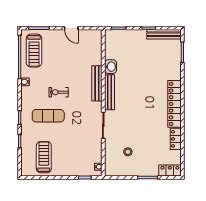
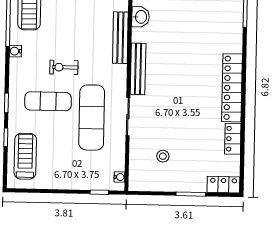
washbasin: (111, 67) -> (141, 17), moved
bench: (97, 83) -> (120, 38), moved
exercise mat: (78, 126) -> (92, 118), added
treadmill: (44, 157) -> (25, 156), moved

